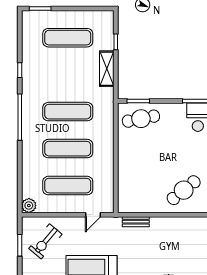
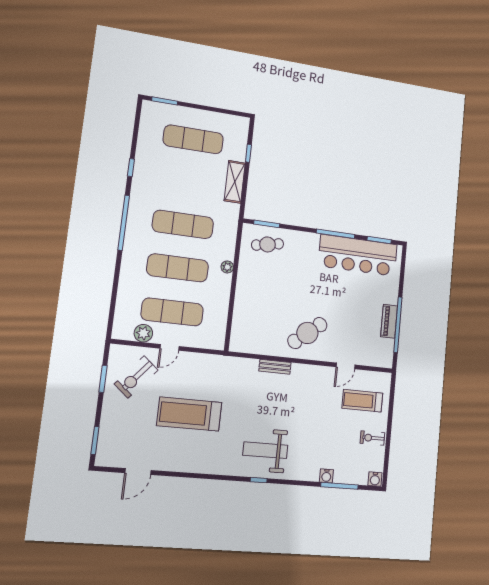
cafe table: (141, 119) -> (268, 244), width x0.73, depth x0.74
plant: (109, 142) -> (227, 267), added
plant: (29, 205) -> (143, 333), moved
door: (93, 215) -> (170, 347), moved
bench: (136, 222) -> (275, 367), moved

